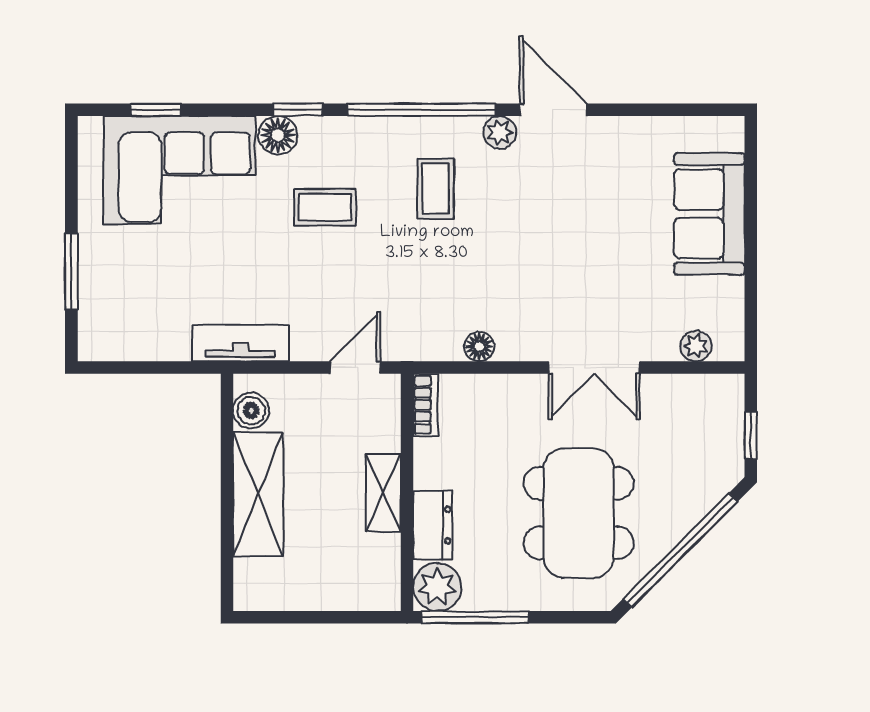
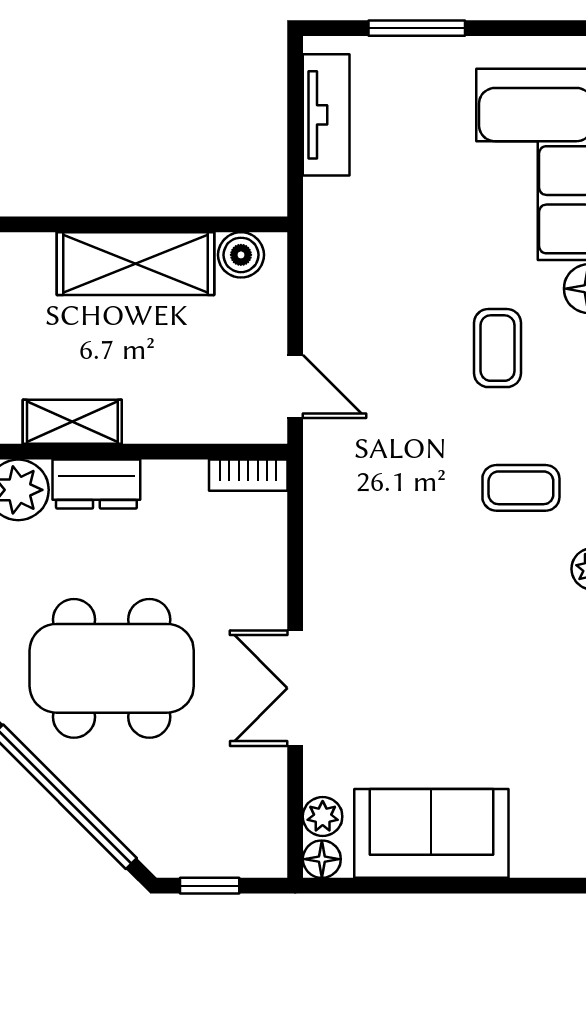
sofa: (709, 214) -> (431, 833), moved
tv unit: (241, 343) -> (326, 115), moved
floor lamp: (479, 347) -> (322, 859), moved
shelving: (383, 493) -> (72, 422), moved

